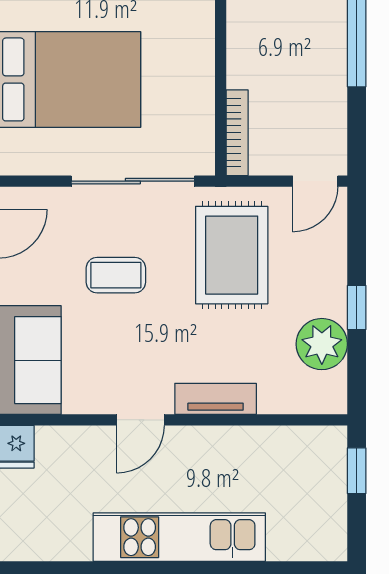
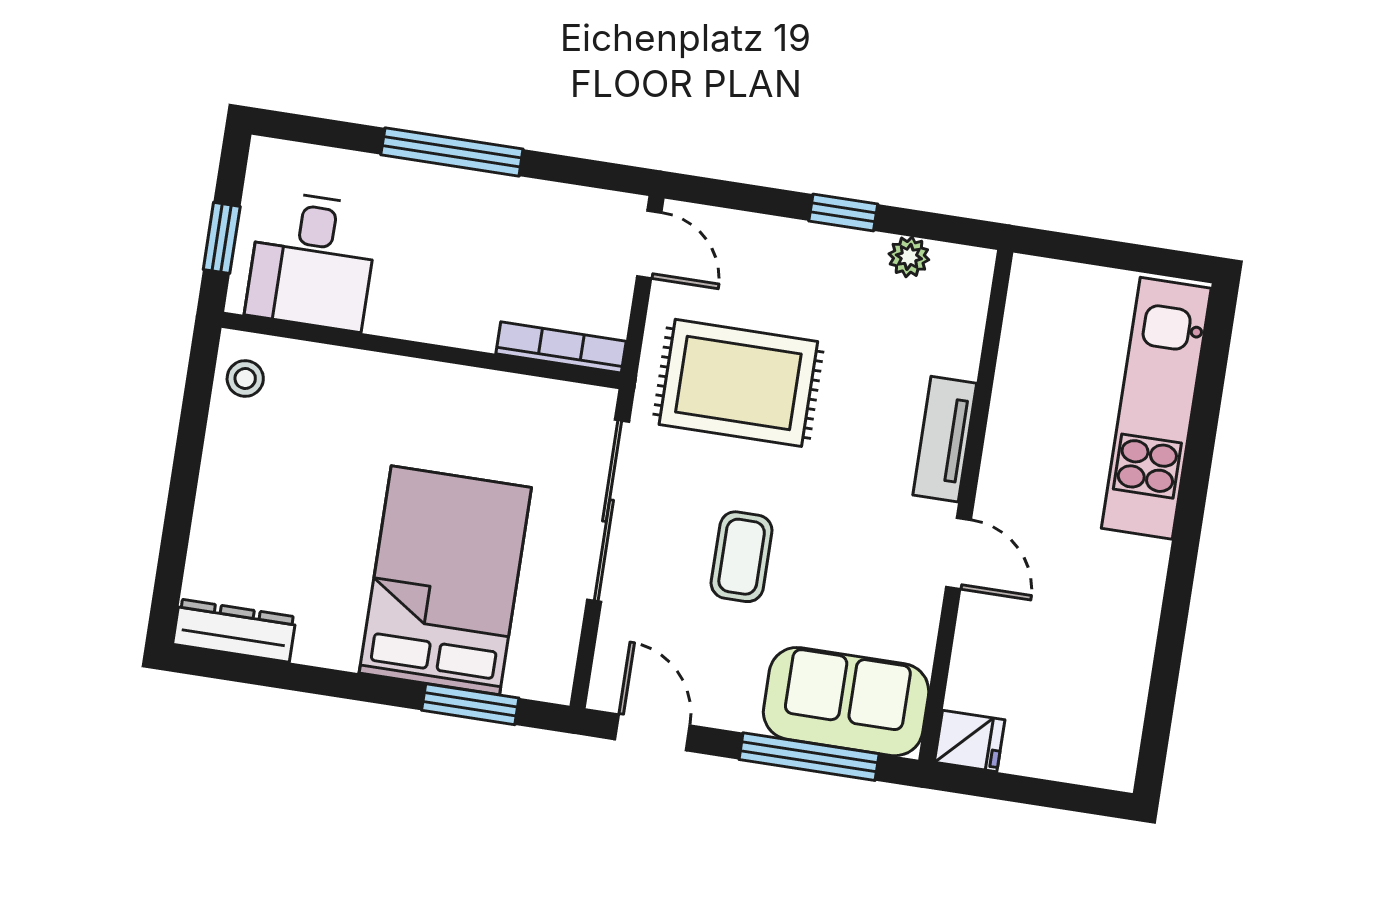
plant: (322, 344) -> (909, 257), width x0.53, depth x0.53
window: (357, 471) -> (1082, 249), removed
kitchen unit: (179, 537) -> (1156, 408), moved

